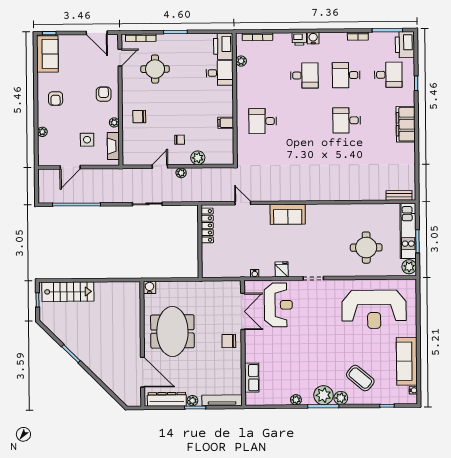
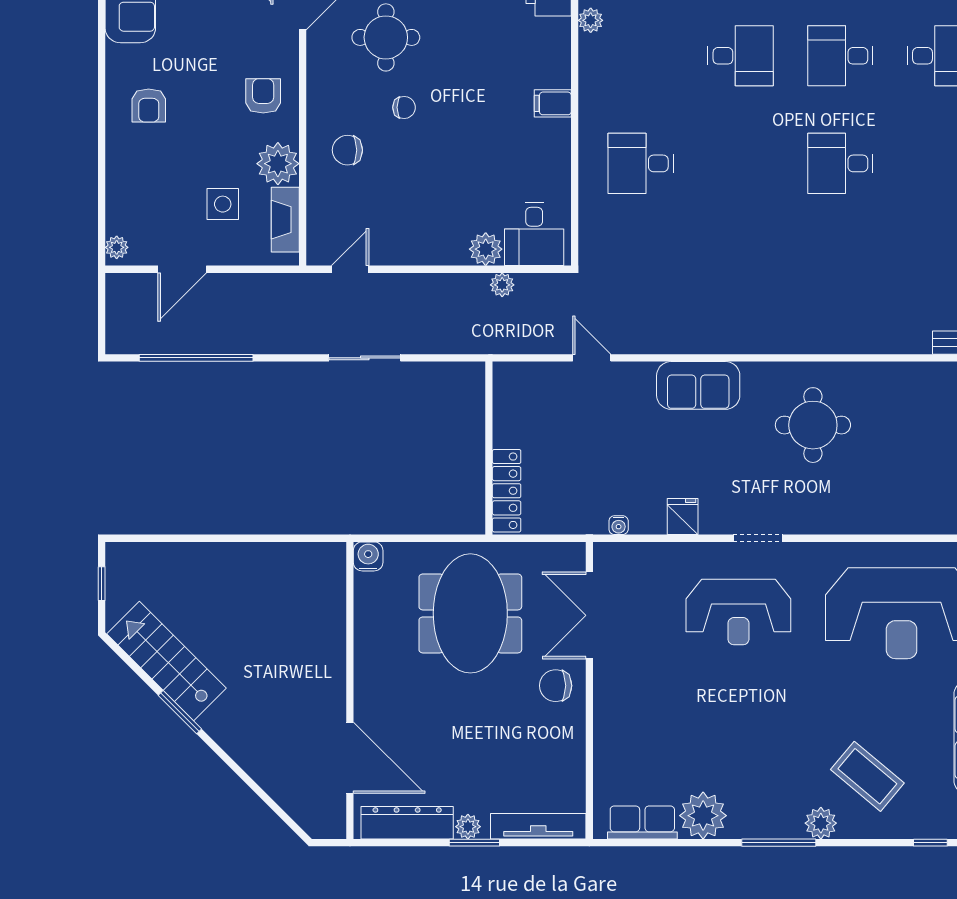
desk: (220, 73) -> (534, 234), moved, turned 90
plant: (114, 122) -> (278, 164), width x1.88, depth x1.88
filing cabinet: (226, 123) -> (553, 103), moved
plant: (42, 132) -> (117, 247), moved
chair: (180, 140) -> (404, 107), moved
door: (160, 166) -> (350, 269), moved
plant: (181, 173) -> (502, 285), moved
locker: (207, 225) -> (507, 491), moved
round table: (366, 248) -> (813, 425), moved
stairs: (68, 292) -> (167, 661), moved, turned -135
reception desk: (278, 305) -> (738, 612), moved, turned 90
double door: (243, 311) -> (589, 615), swing flipped
meeting table: (172, 331) -> (470, 613), moved
row of seats: (252, 378) -> (642, 823), moved, turned -90
plant: (323, 395) -> (780, 816), removed
plant: (296, 400) -> (703, 816), width x1.87, depth x1.87

